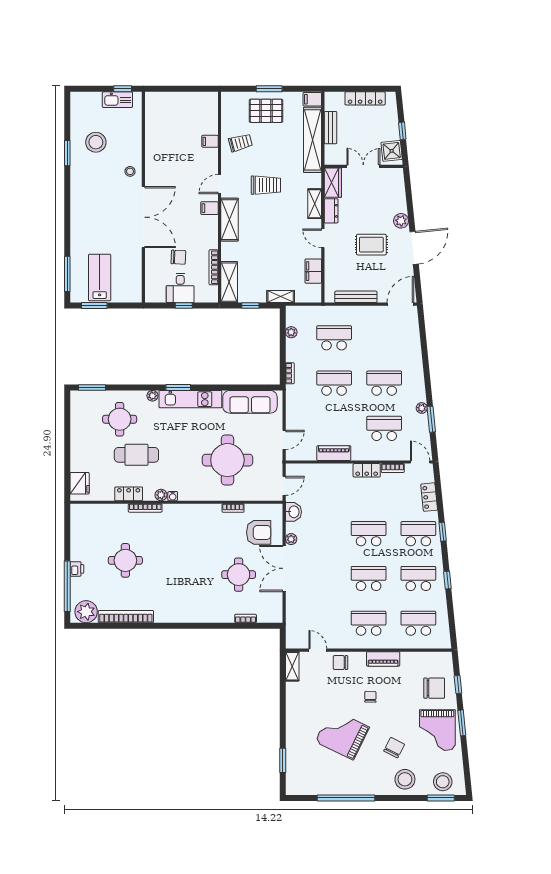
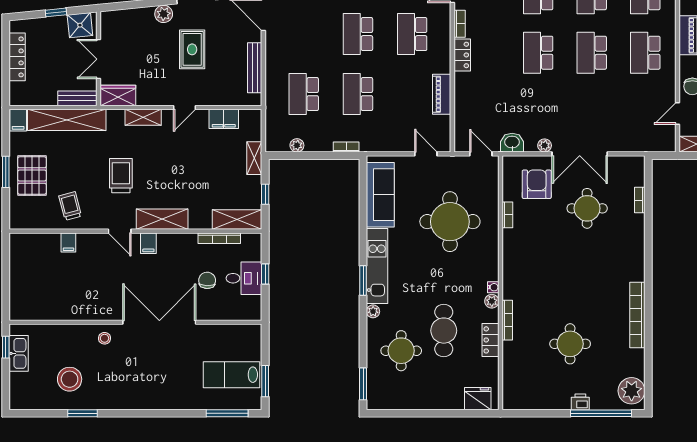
bench: (330, 128) -> (77, 98), moved
dresser: (331, 211) -> (152, 98), removed
bookcase: (126, 617) -> (637, 315), moved

